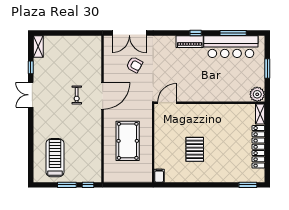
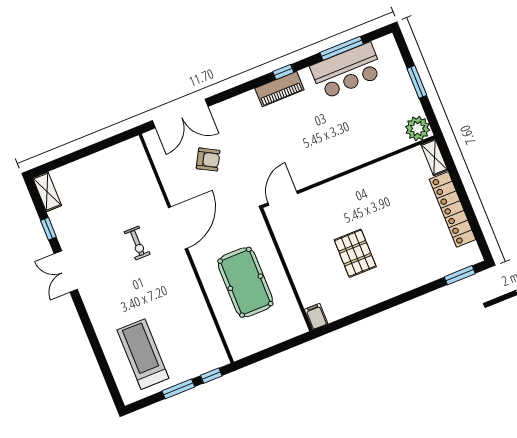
bar counter: (231, 47) -> (347, 71), width x0.73

